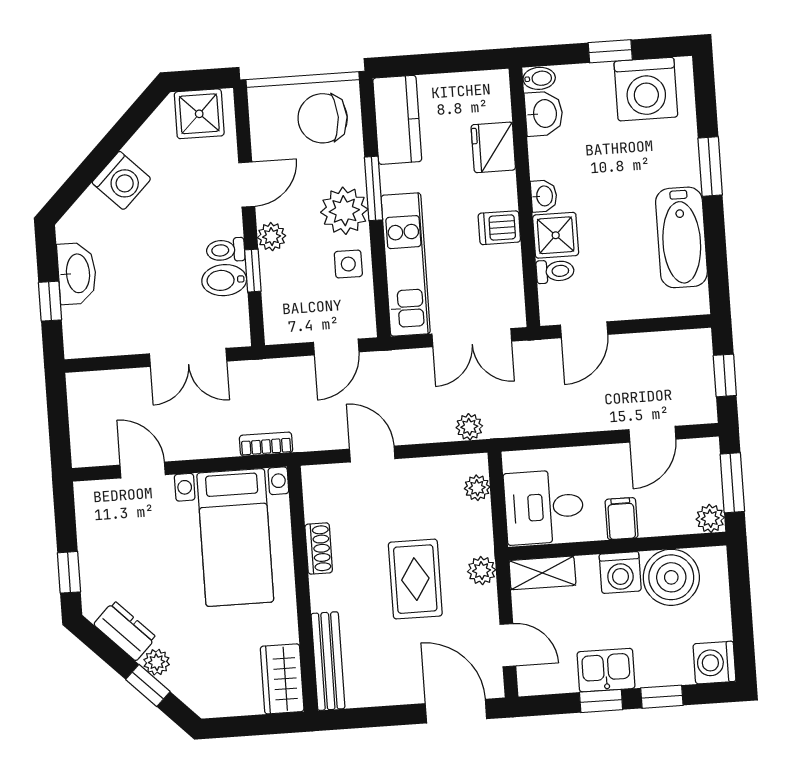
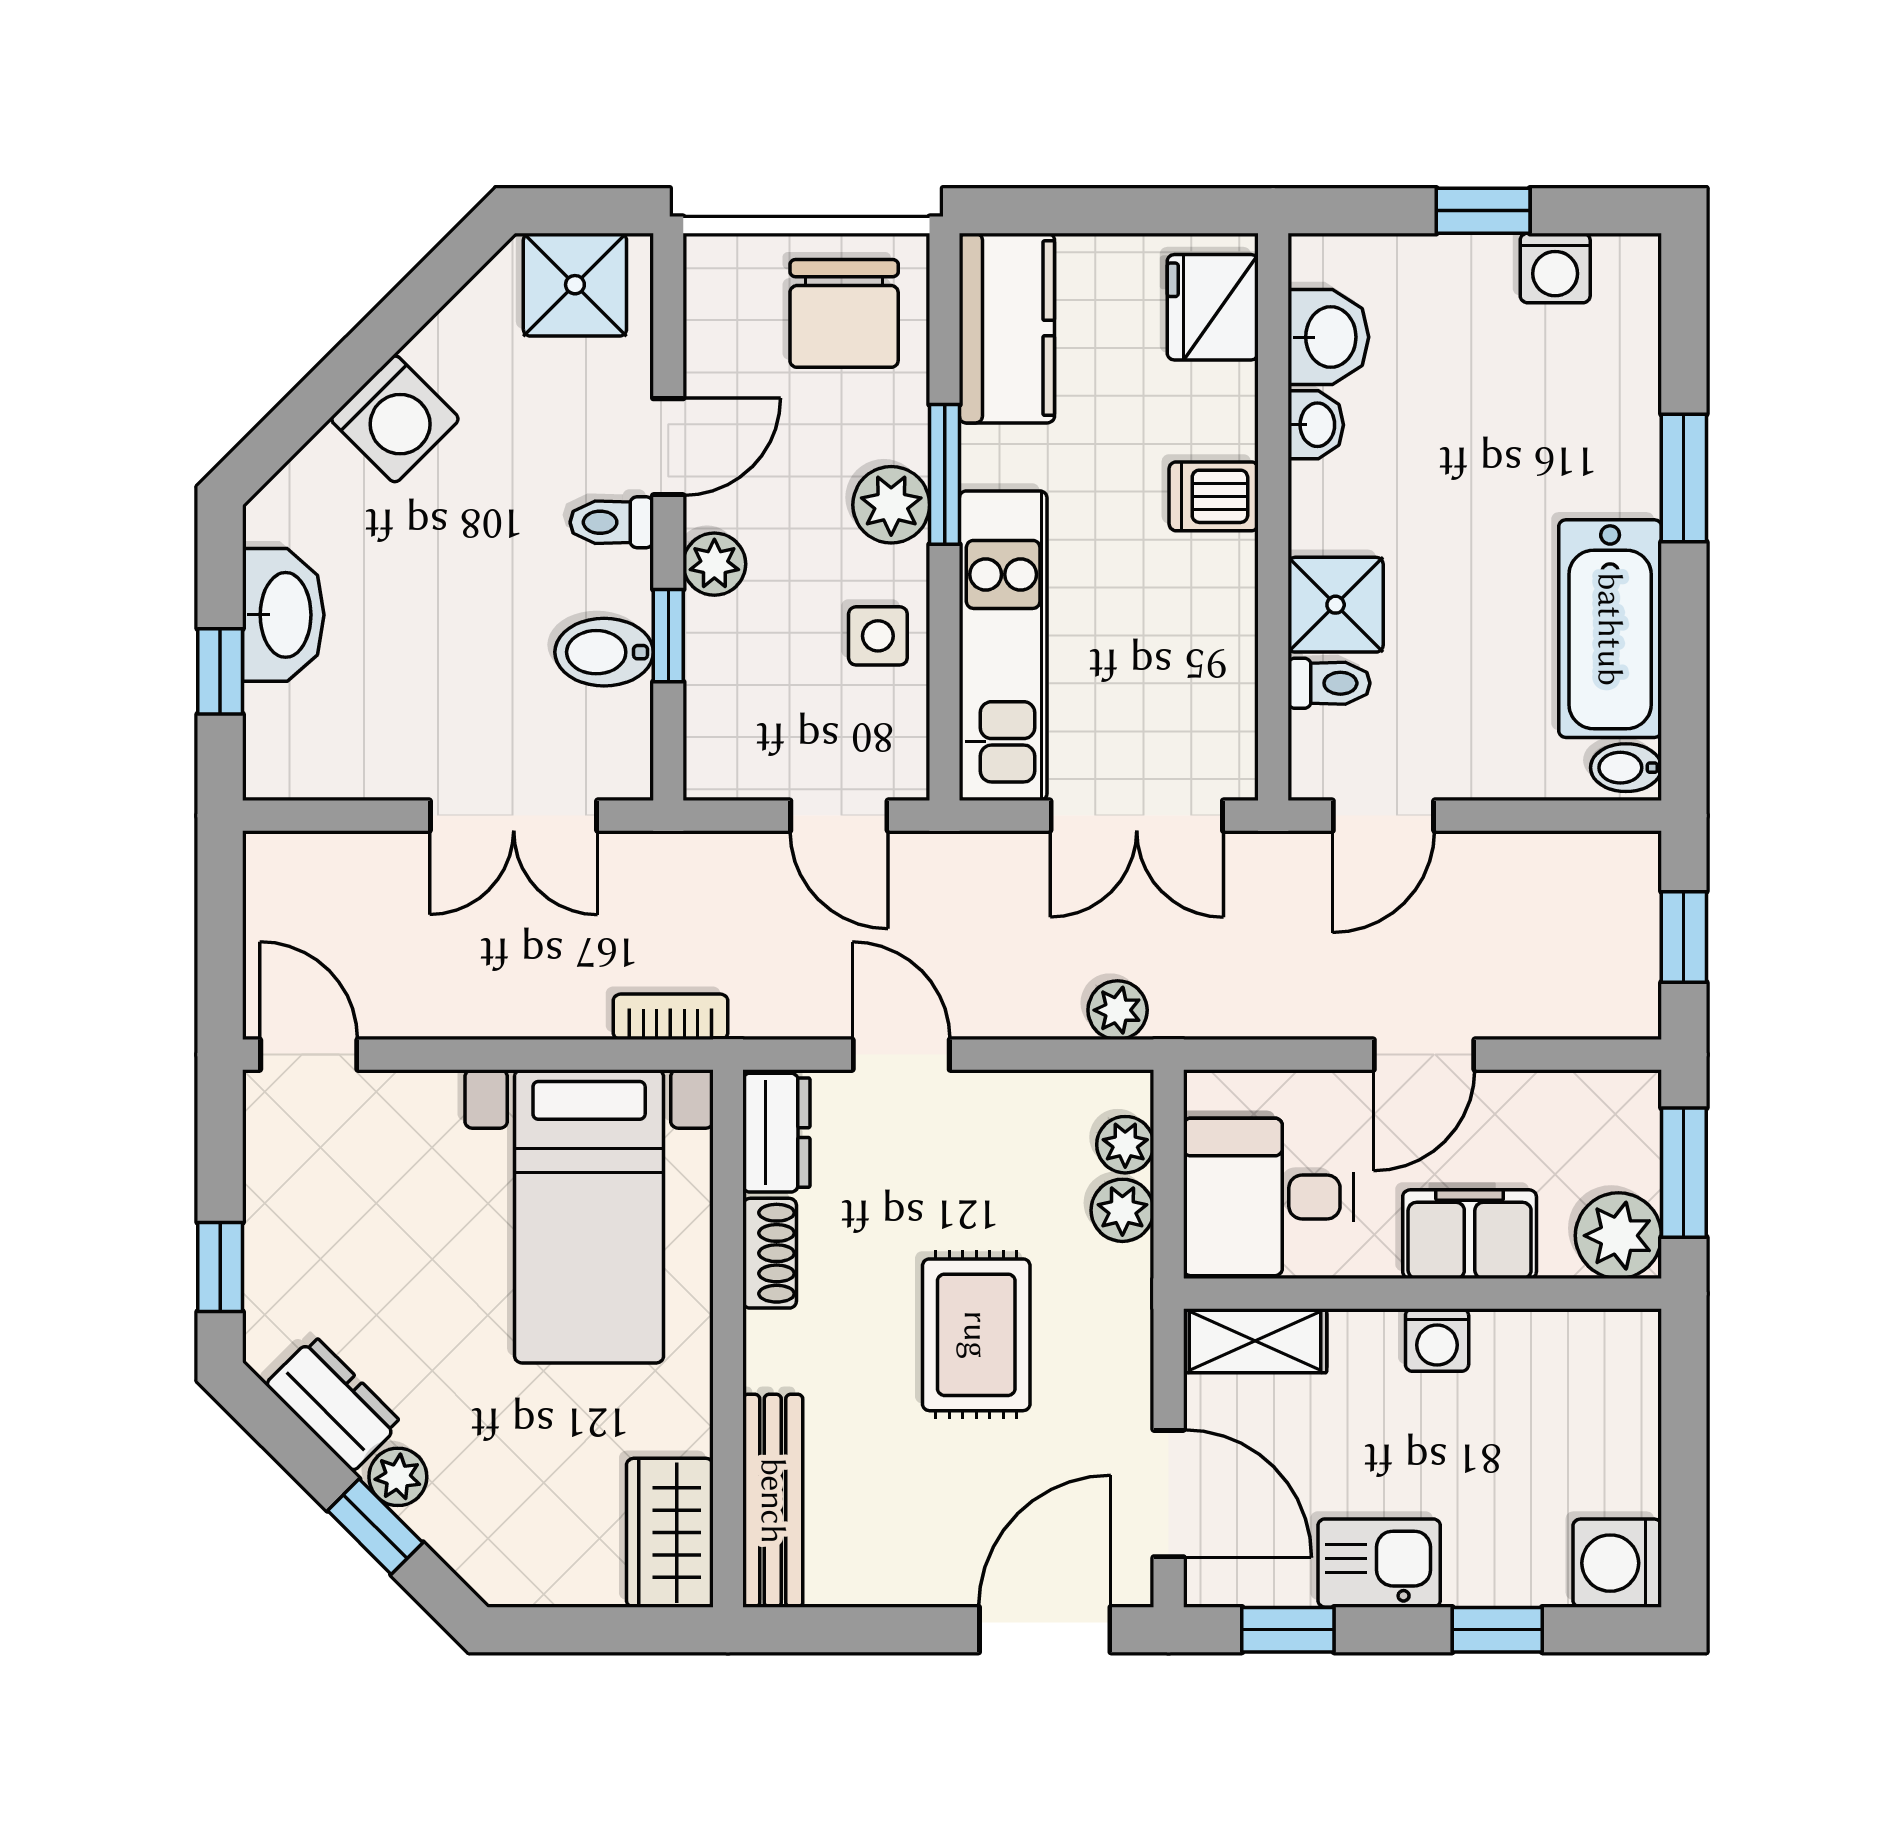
bidet: (539, 78) -> (1626, 768), moved, turned 180
washing machine: (646, 89) -> (1555, 268), width x0.53, depth x0.53
chair: (323, 118) -> (844, 313), turned -90
fridge: (493, 147) -> (1213, 307), moved
washbasin: (544, 196) -> (1316, 425), moved
plant: (344, 211) -> (891, 505), width x0.73, depth x0.73
dishwasher: (499, 228) -> (1214, 496), moved
toilet: (226, 250) -> (612, 522), moved
door: (336, 347) -> (839, 816), hinge flipped
door: (652, 434) -> (1424, 1055), moved
door: (143, 470) -> (309, 1055), moved
dresser: (318, 493) -> (776, 1133), added
plant: (710, 518) -> (1618, 1236), width x1.38, depth x1.38
filing cabinet: (622, 519) -> (1470, 1234), width x2.00
plant: (482, 571) -> (1122, 1210), moved
washing machine: (620, 573) -> (1437, 1340), width x0.73, depth x0.73
boiler: (671, 577) -> (1536, 1370), removed
door: (508, 645) -> (1169, 1494), width x1.38
window: (601, 701) -> (1288, 1630), moved
door: (456, 711) -> (1045, 1630), hinge flipped

